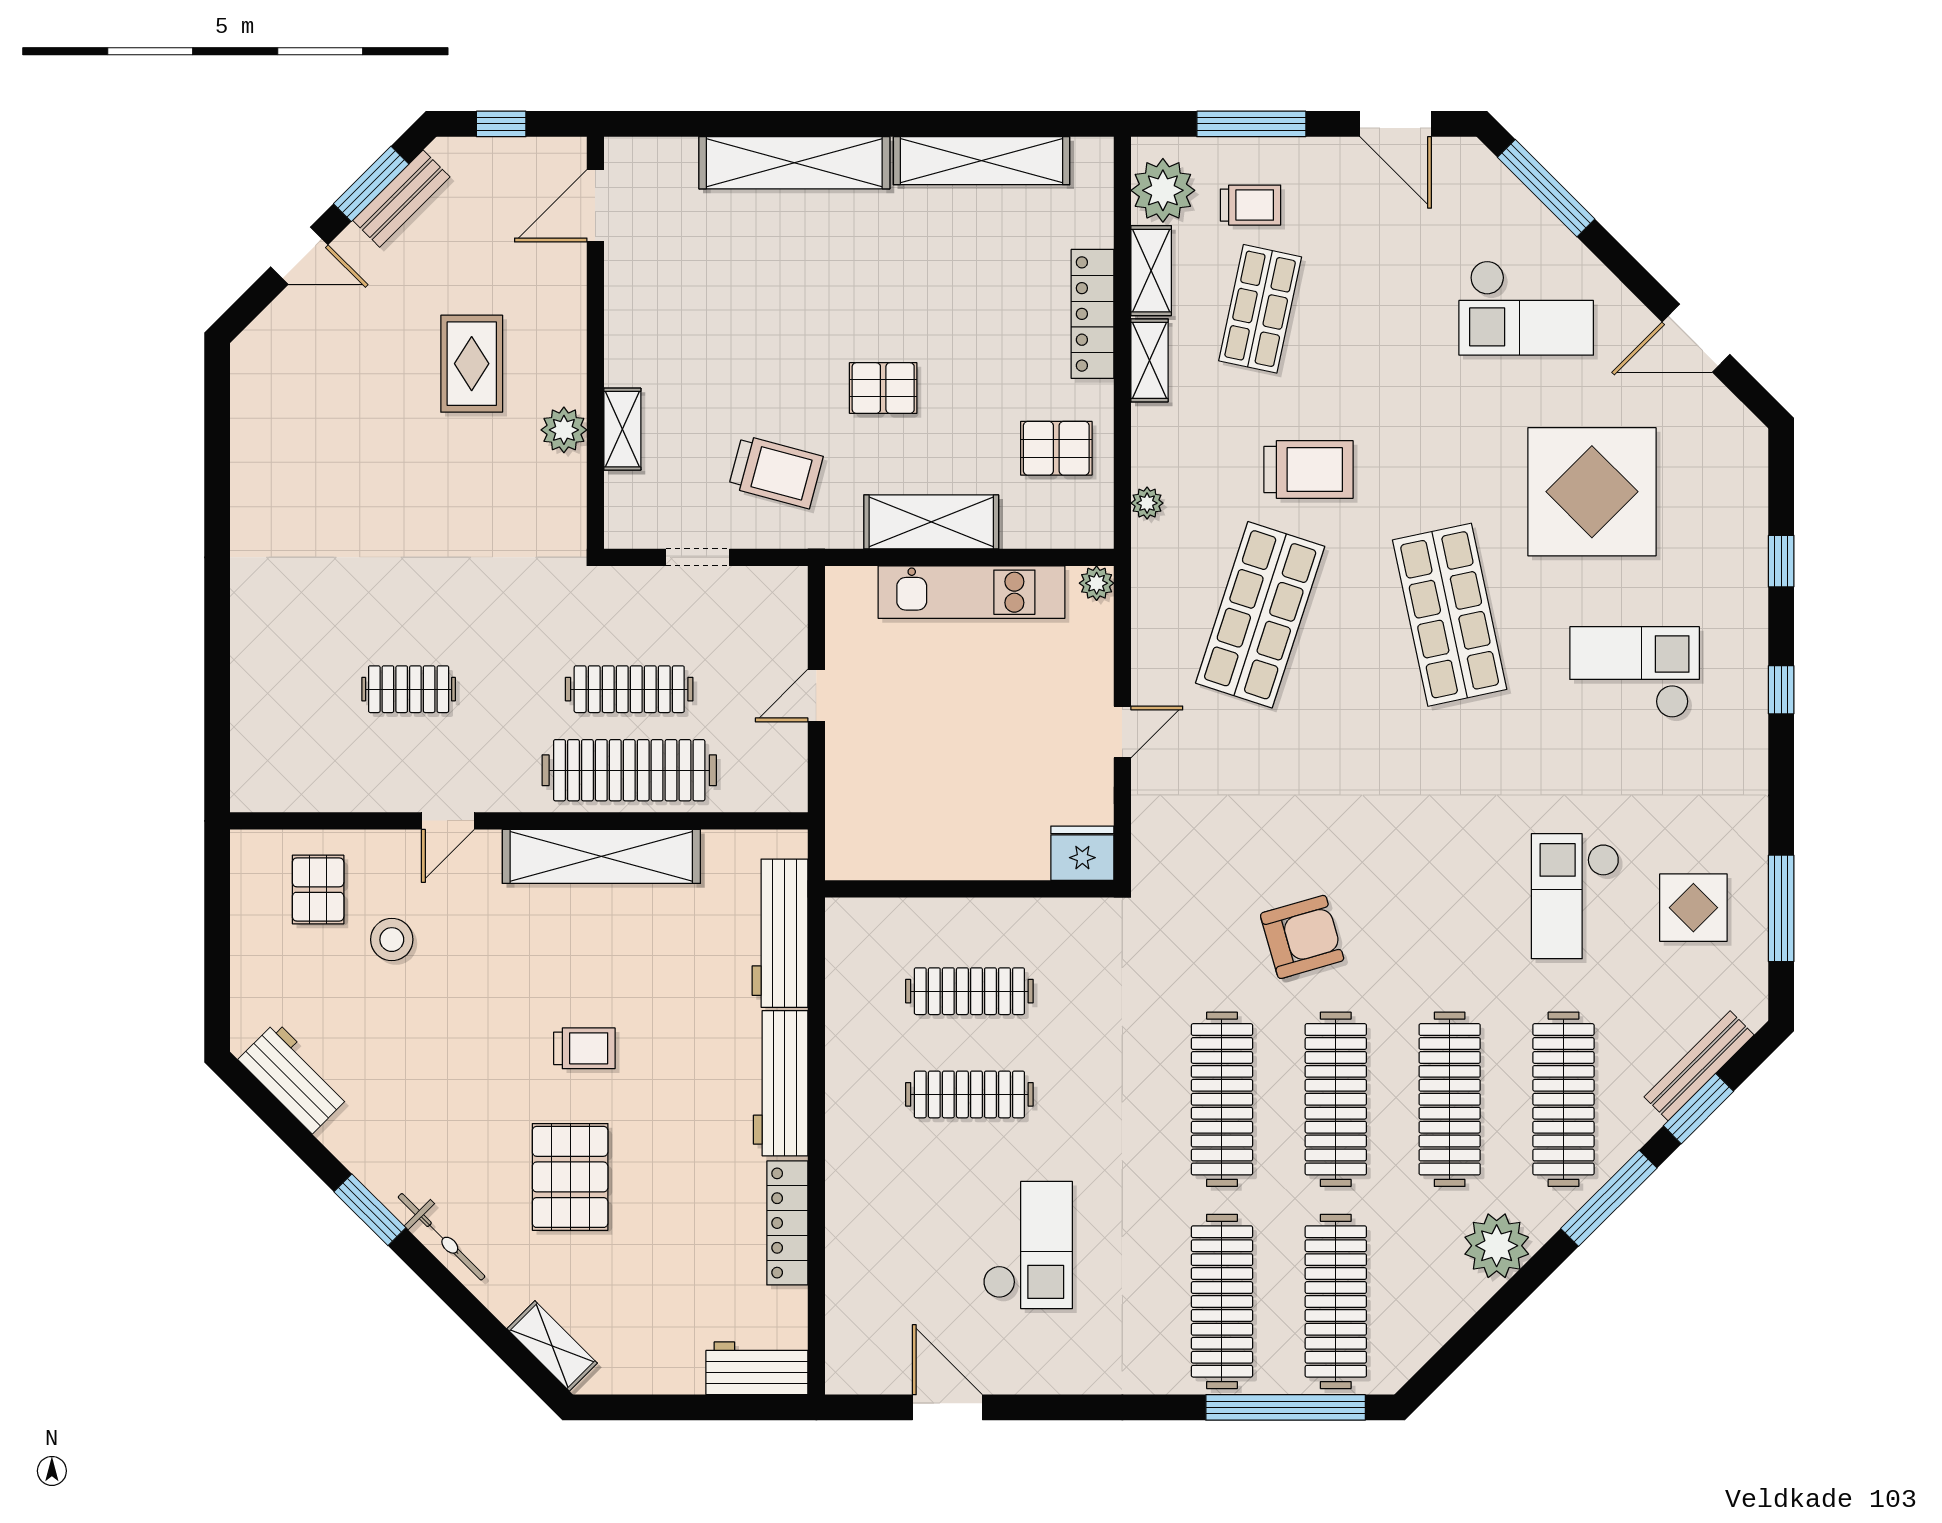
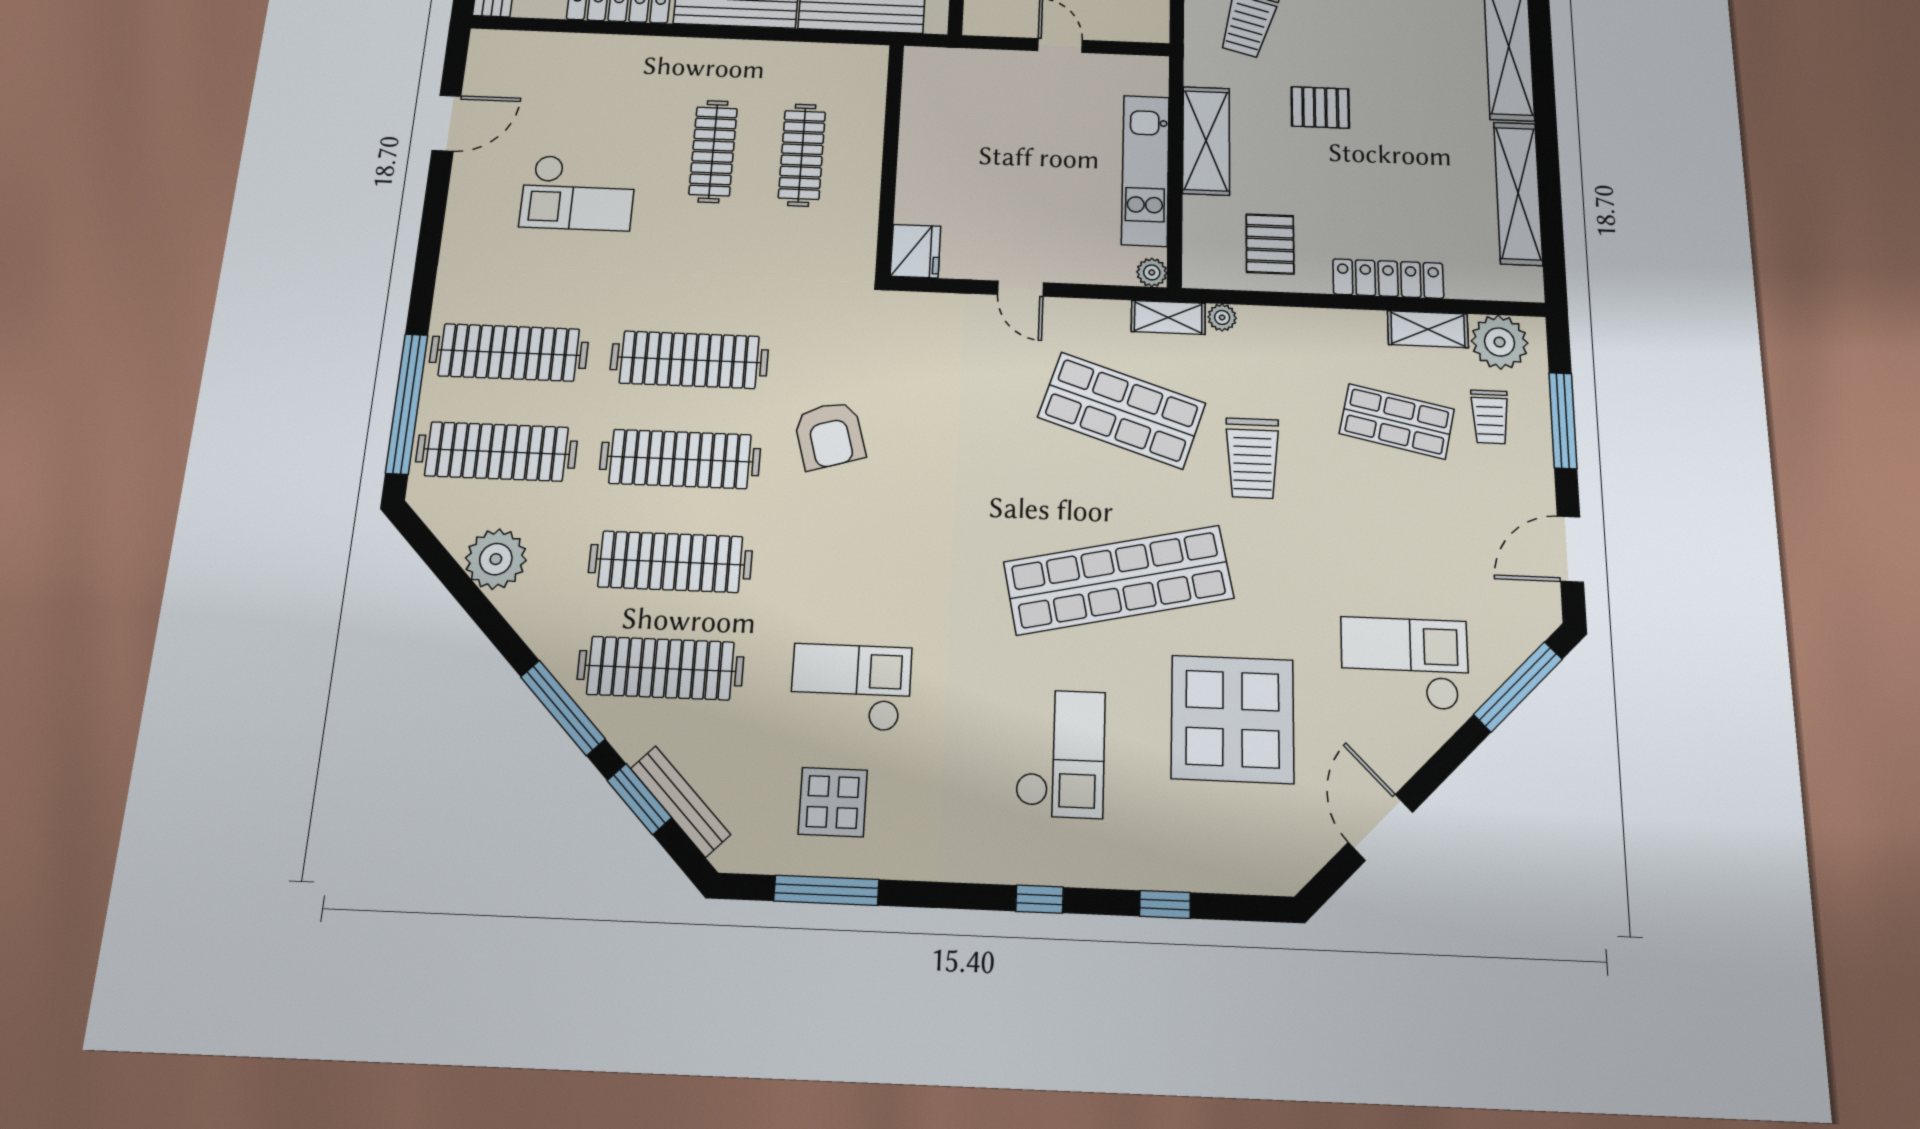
checkout: (1526, 308) -> (1405, 663), turned 90
shelving: (1150, 360) -> (1168, 317), moved
pallet: (883, 388) -> (1320, 107), turned 90
shop shelf: (1450, 615) -> (1118, 580), width x1.40
plant: (1497, 1246) -> (496, 559), moved

